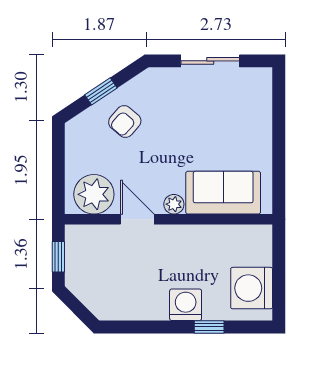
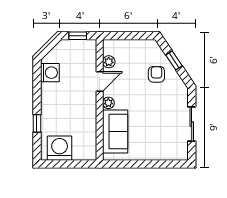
armchair: (125, 121) -> (156, 74), turned 49
plant: (94, 194) -> (109, 62), width x0.53, depth x0.53
washing machine: (186, 305) -> (50, 73), moved

